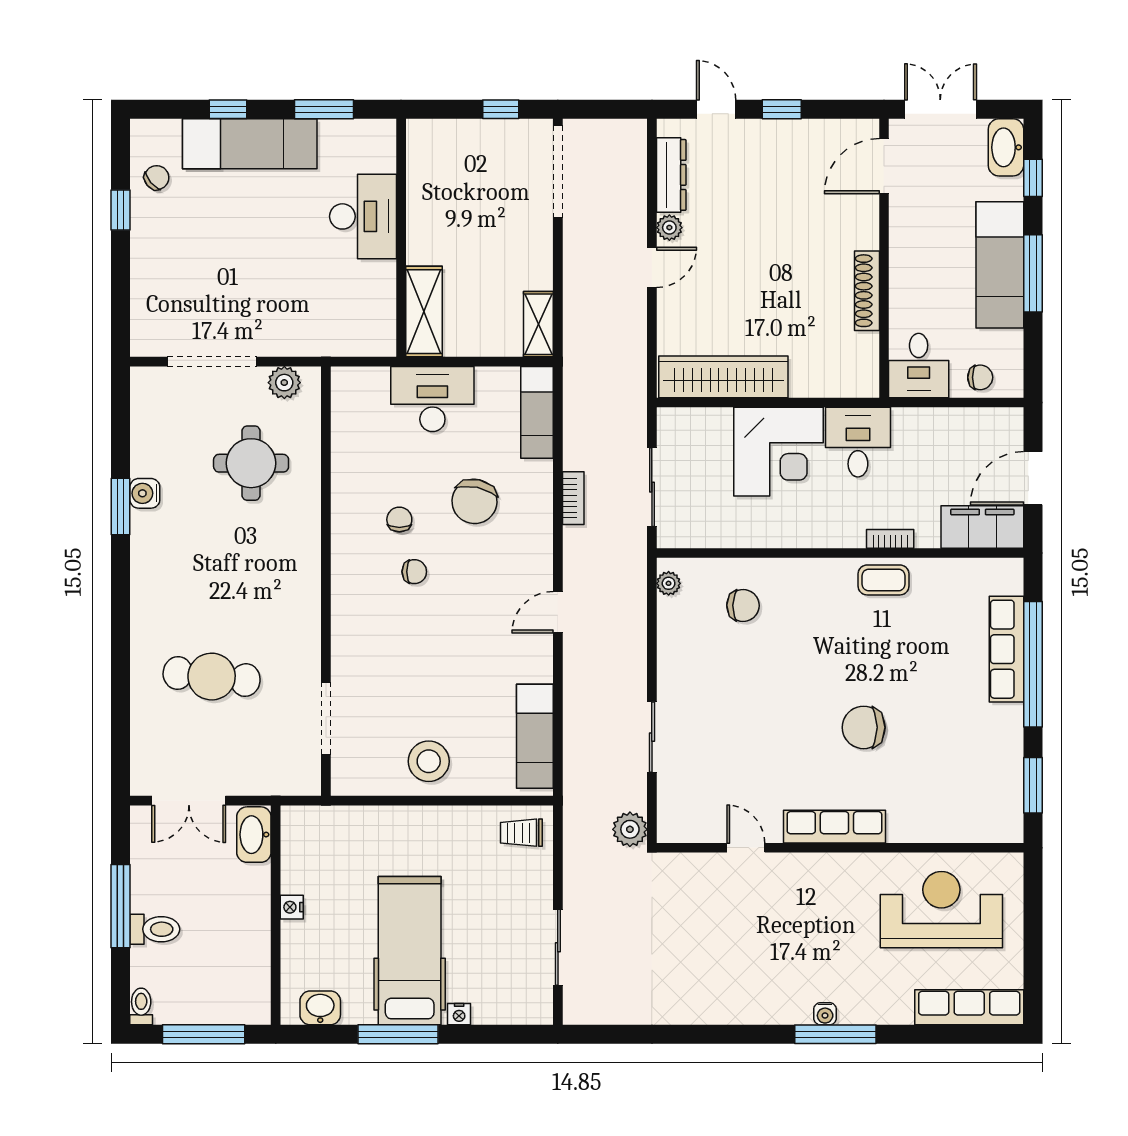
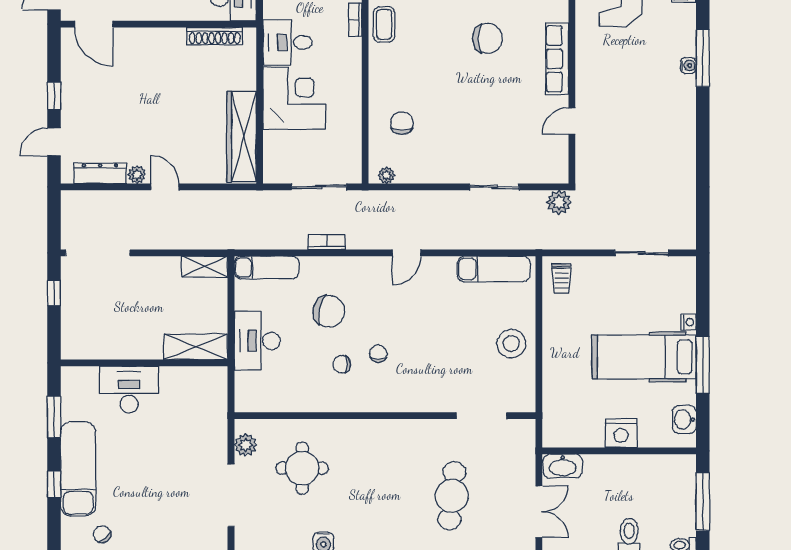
shoe rack: (867, 291) -> (215, 36), moved
door: (558, 612) -> (407, 253), hinge flipped
chair: (864, 727) -> (488, 38), turned -90
nightstand: (292, 907) -> (621, 433), width x1.89, depth x1.79

